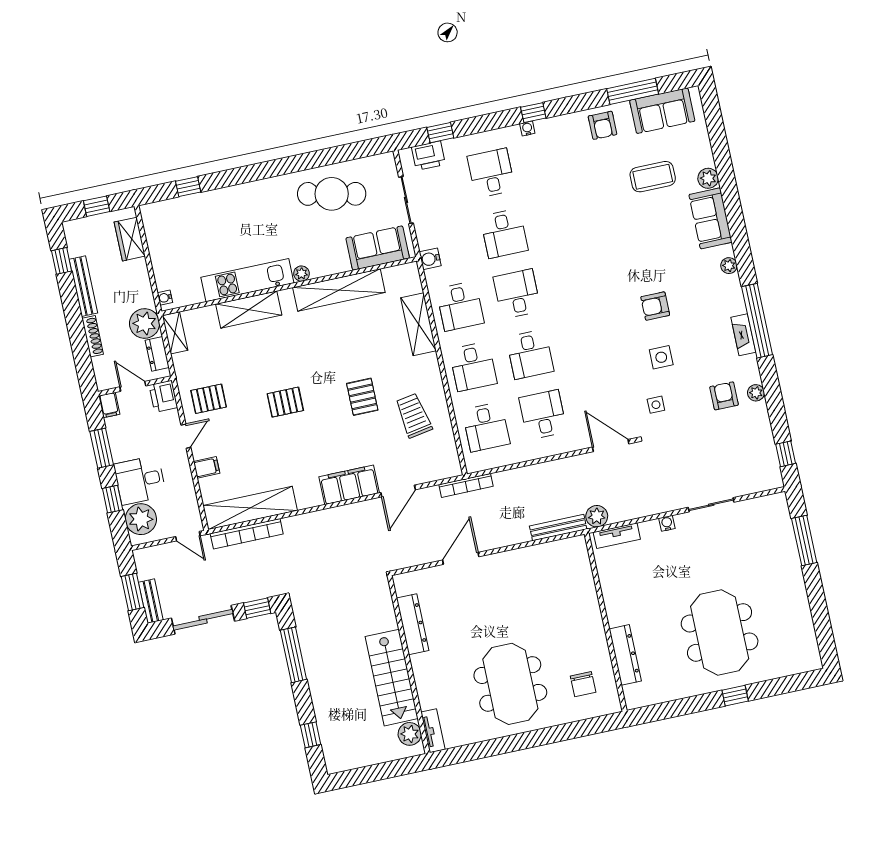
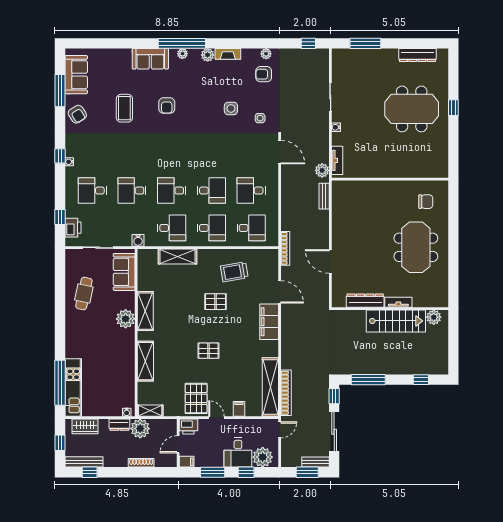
armchair: (602, 125) -> (77, 114), turned 58
coffee table: (653, 177) -> (124, 108), moved
plant: (708, 178) -> (208, 55), moved
window: (188, 187) -> (60, 383), width x3.17
cafe table: (332, 194) -> (84, 294), width x0.73, depth x0.74
desk: (504, 233) -> (132, 191), turned 180
plant: (302, 274) -> (126, 319), width x1.88, depth x1.88
kitchen unit: (247, 280) -> (73, 388), moved, turned 180
bench: (83, 286) -> (84, 462), moved
shelving: (339, 290) -> (145, 311), width x0.68
armchair: (655, 306) -> (167, 106), moved
window: (757, 321) -> (182, 43), moved
dresser: (157, 354) -> (119, 425), moved
pallet: (209, 399) -> (196, 398), width x1.50, depth x1.42
pallet: (285, 402) -> (208, 351), turned 90
door: (611, 445) -> (280, 152), swing flipped
bench: (558, 528) -> (324, 196), width x0.73
dresser: (625, 655) -> (417, 55), moved, turned 180
meeting table: (510, 684) -> (416, 247), turned 90
tv unit: (433, 731) -> (398, 302), moved

